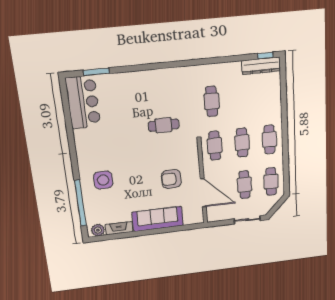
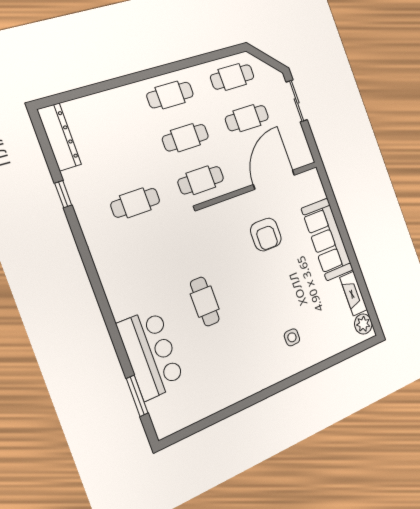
window: (265, 56) -> (63, 194), moved
bar counter: (83, 102) -> (151, 354), moved, turned 90
cafe table: (164, 125) -> (205, 302), moved
side table: (103, 180) -> (292, 337), width x0.54, depth x0.54
window: (80, 203) -> (332, 361), removed

